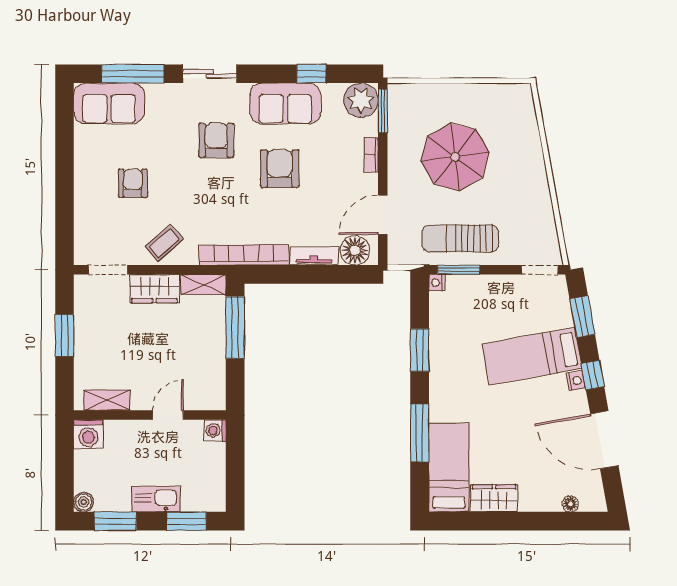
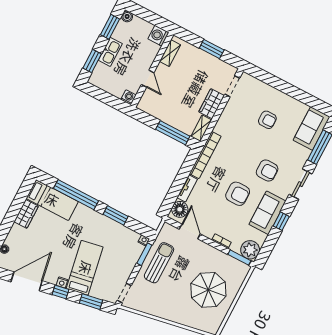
window: (311, 74) -> (281, 221), moved
parasol: (455, 157) -> (208, 290), moved
coffee table: (164, 243) -> (231, 120), removed
window: (420, 433) -> (76, 195), width x1.46

